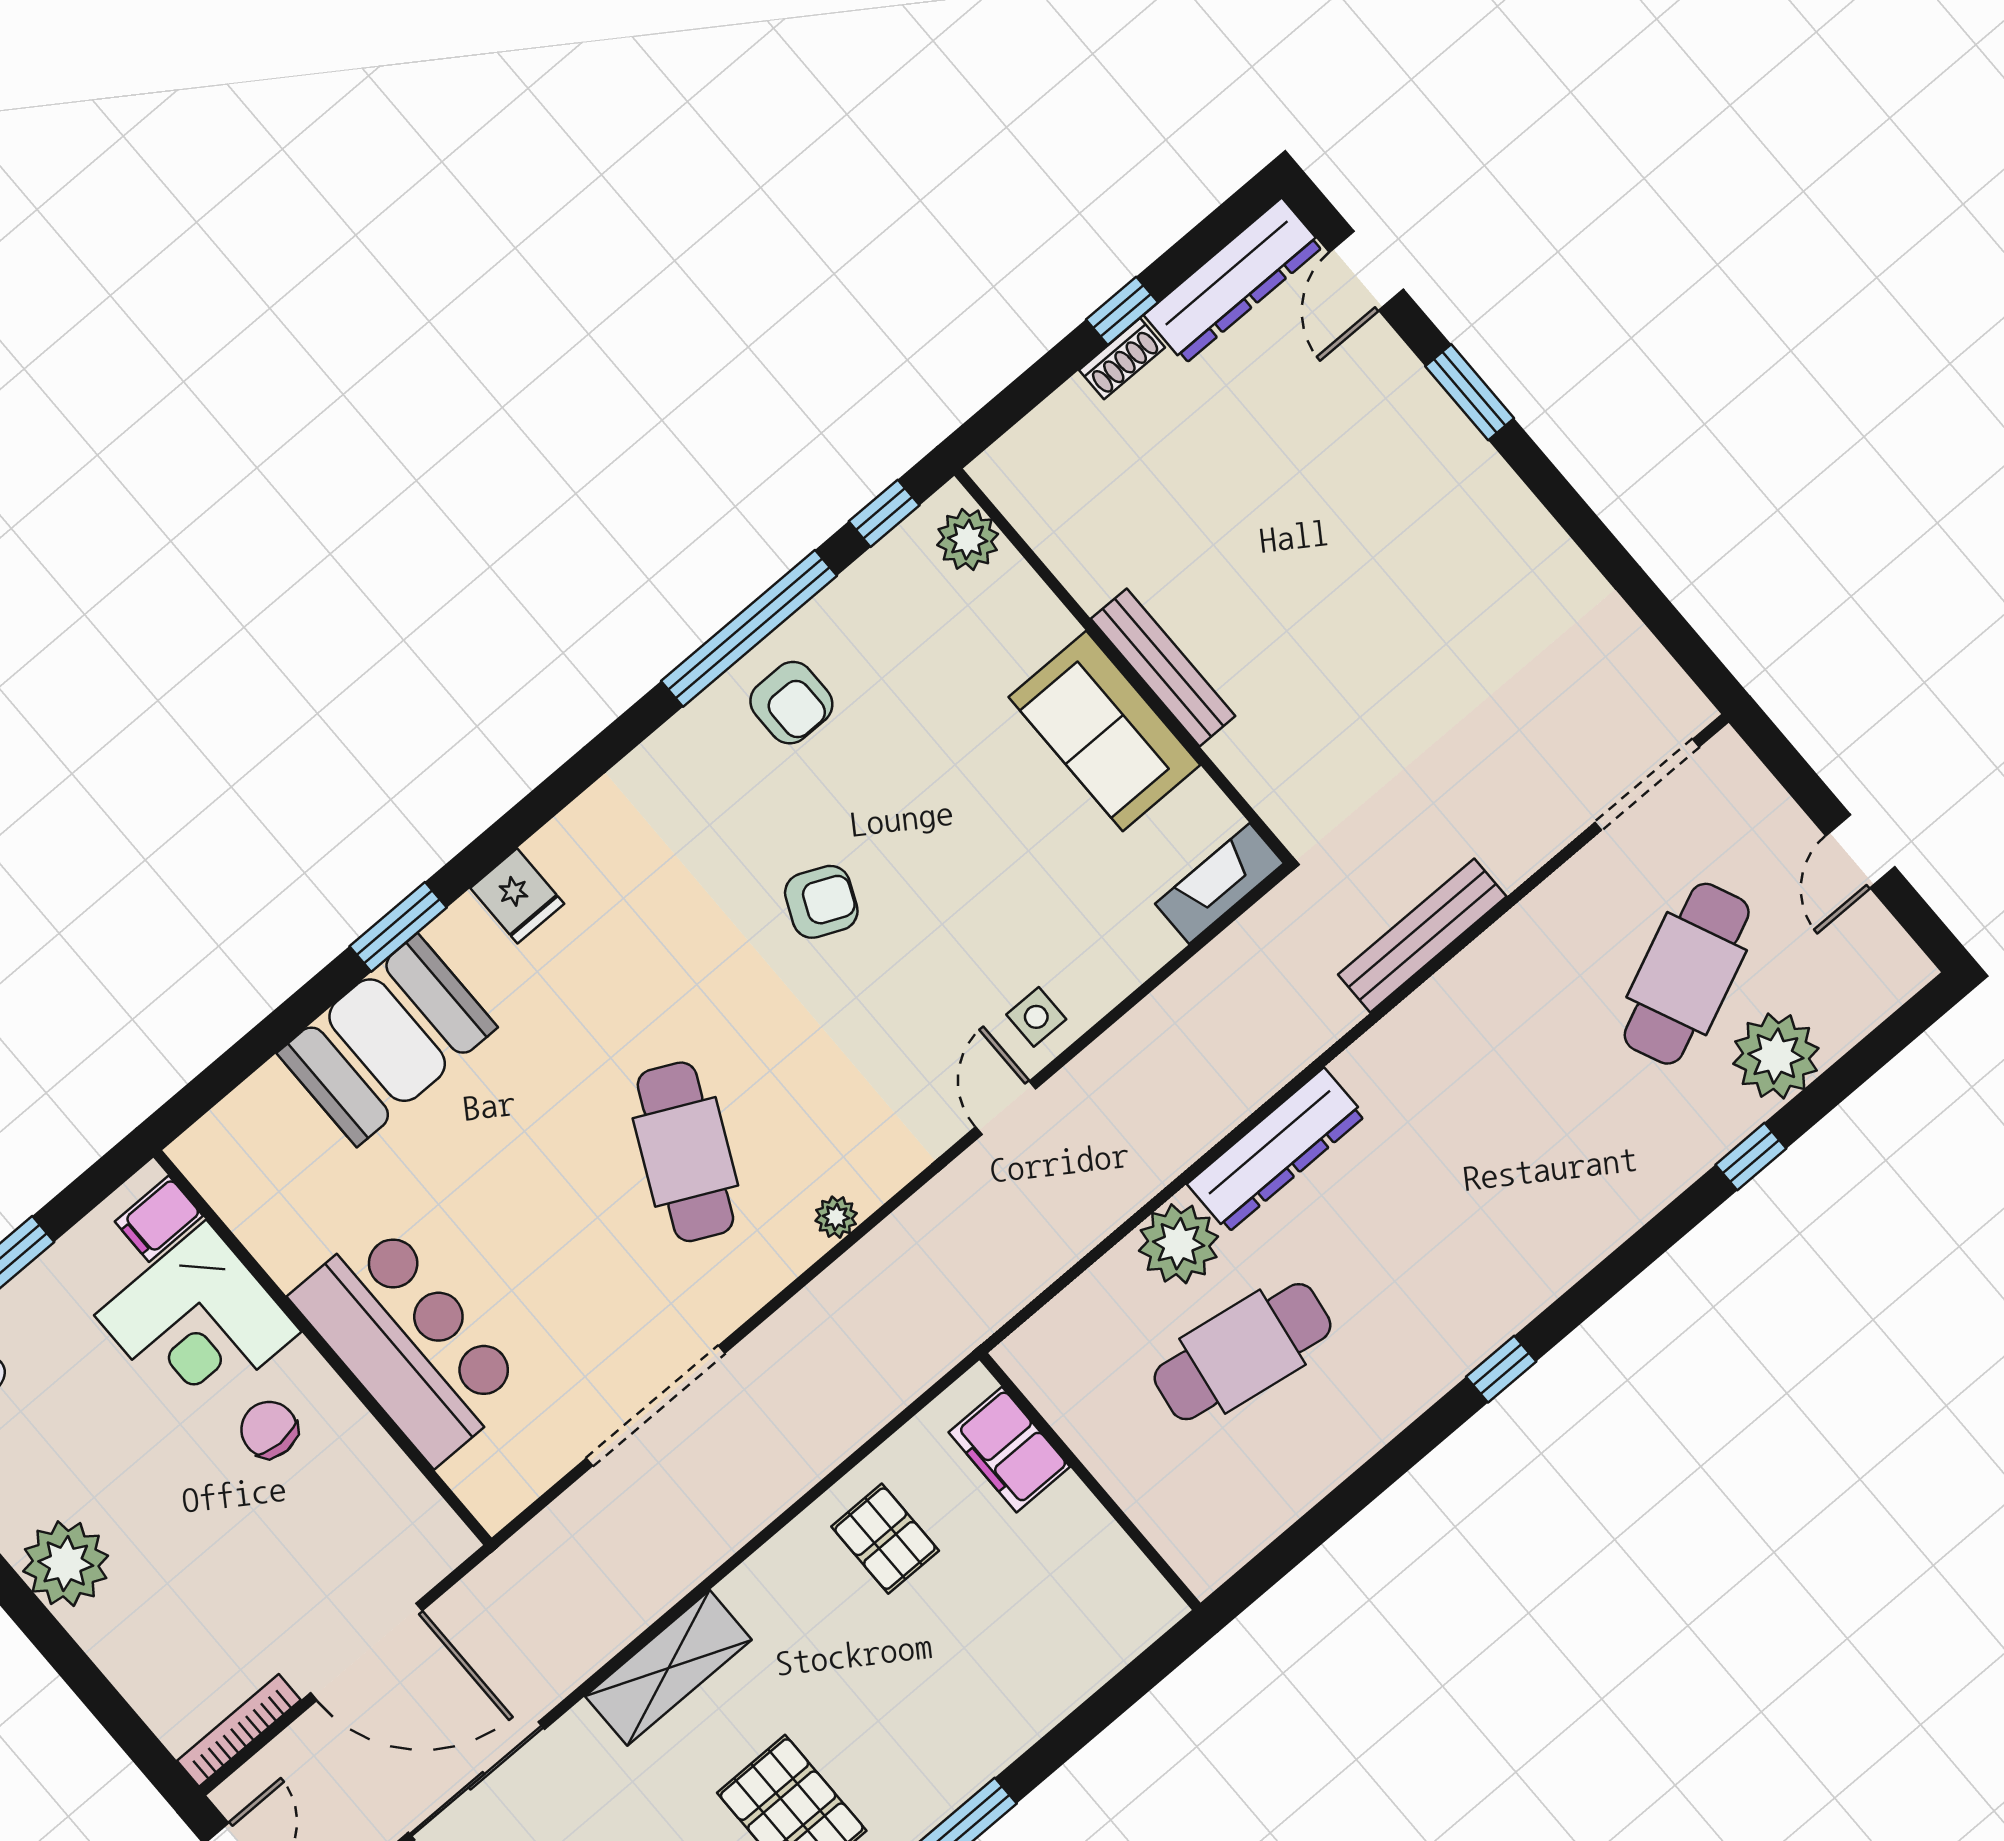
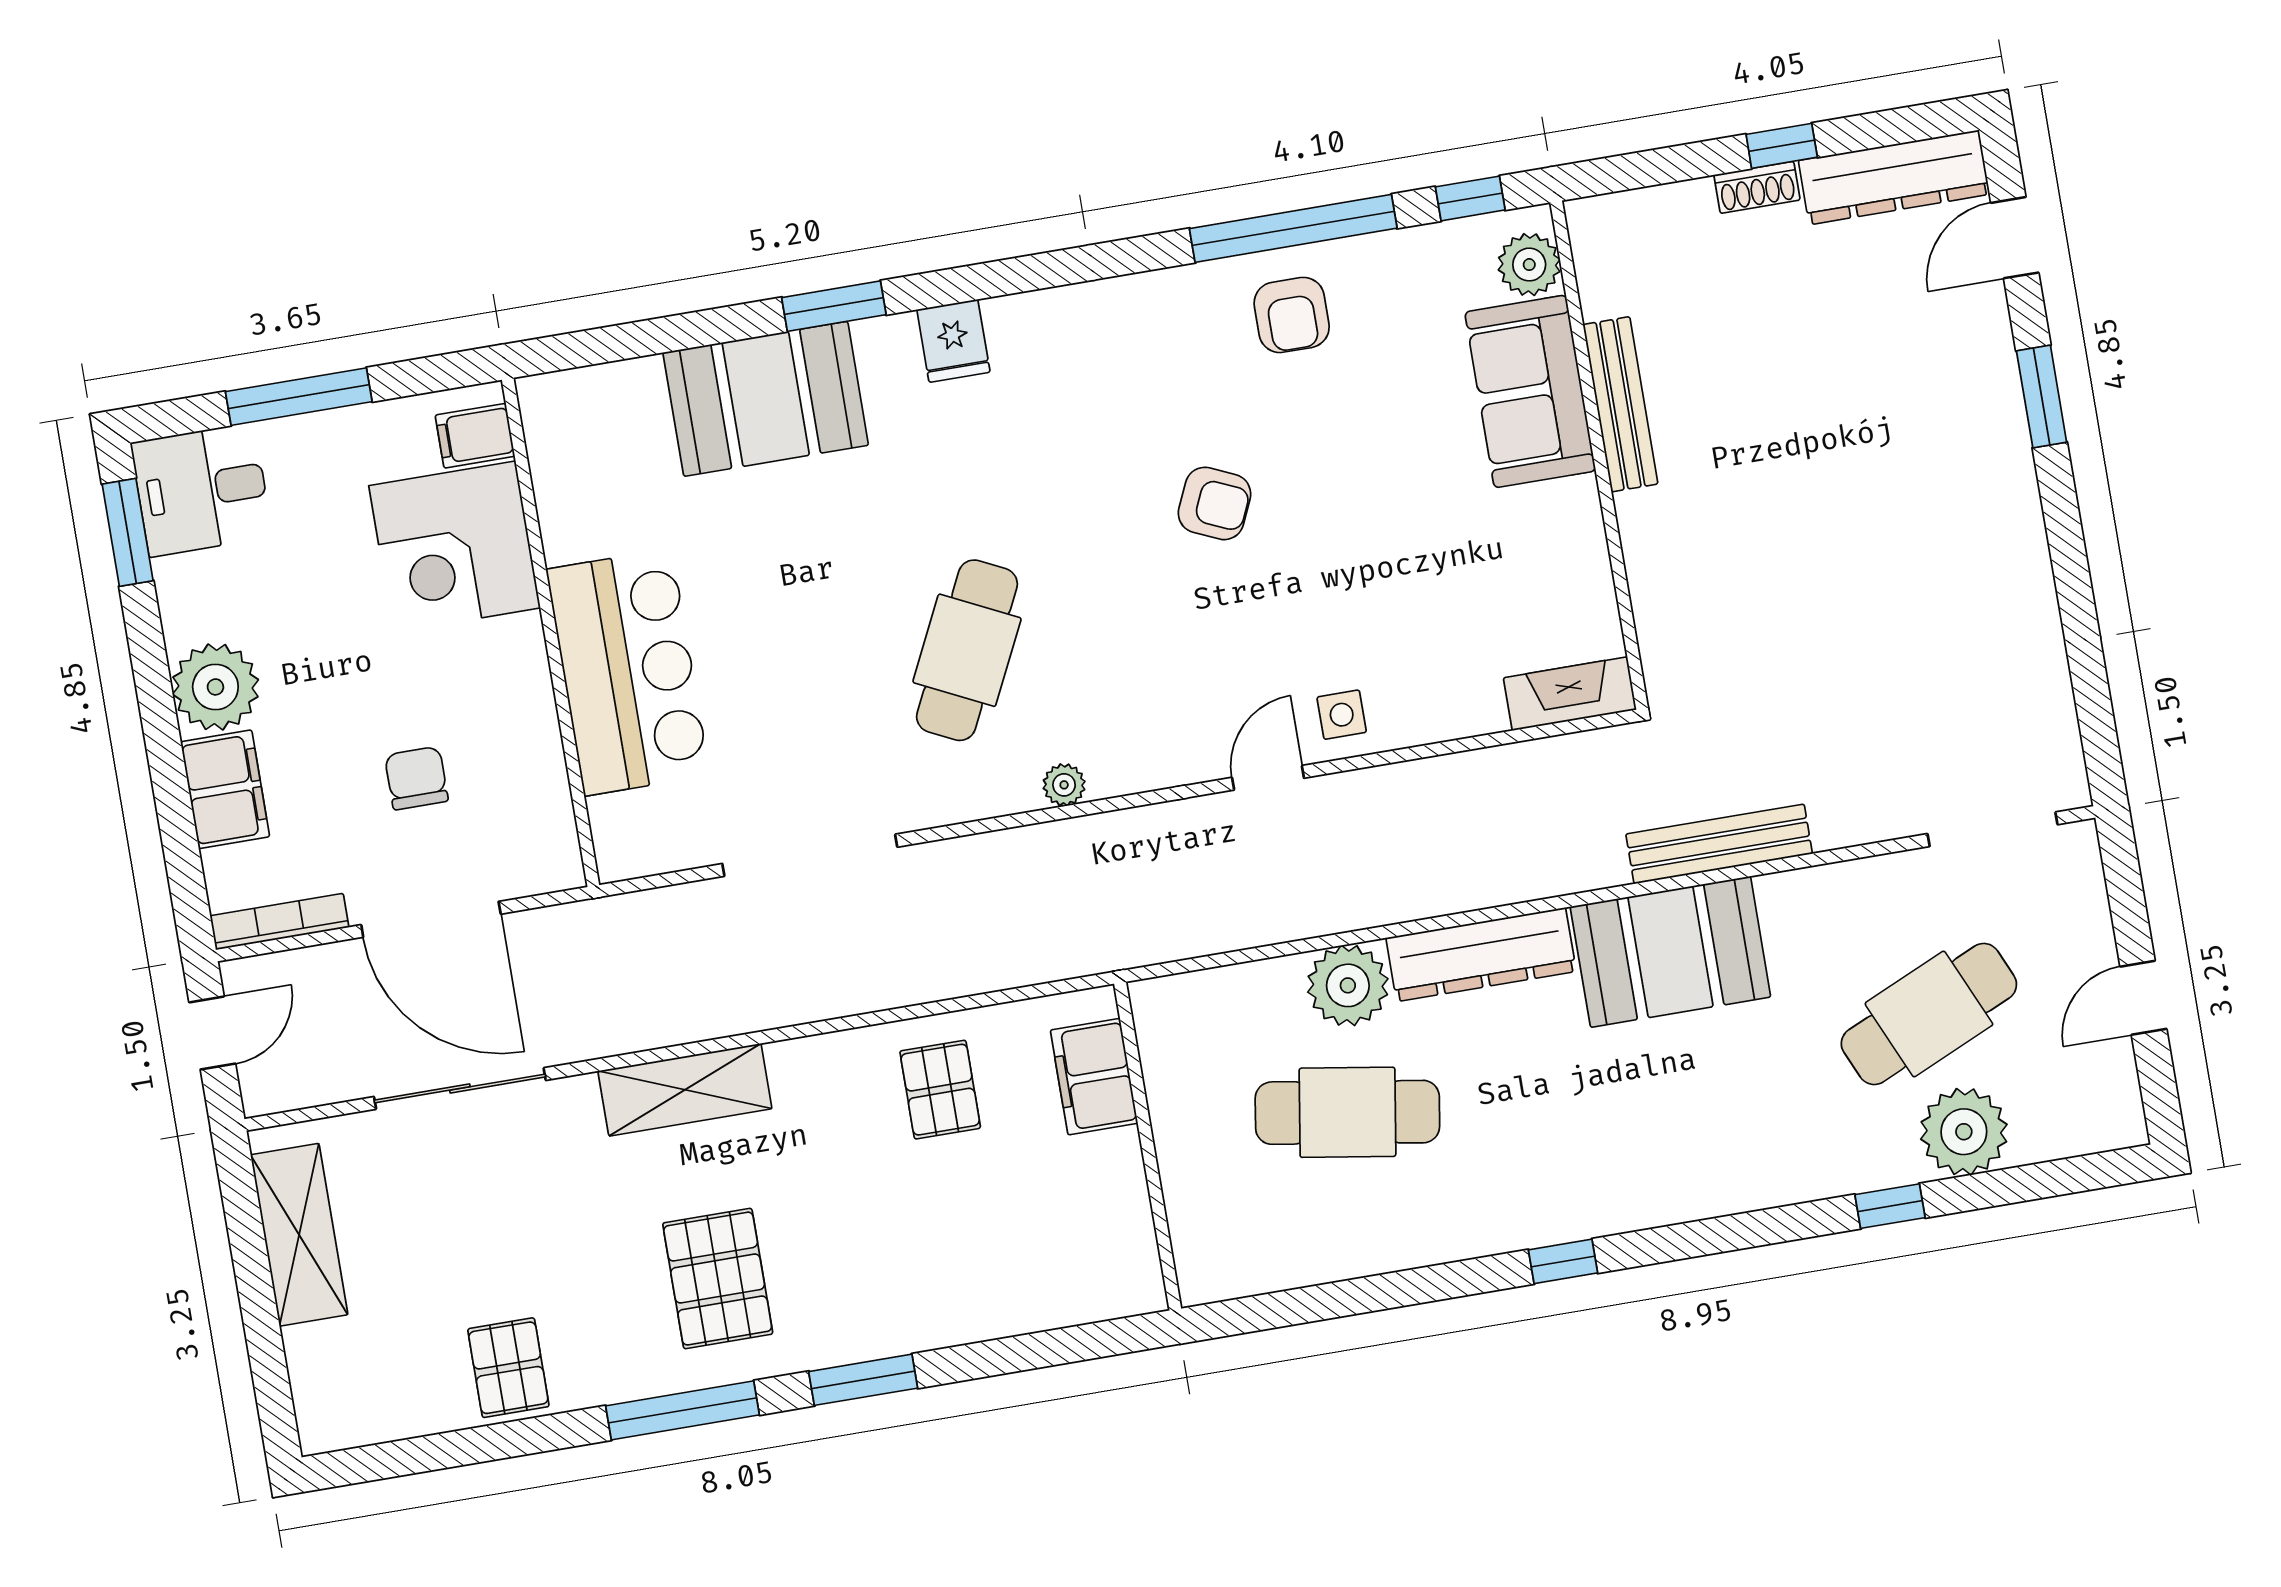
bench: (1163, 667) -> (1620, 404), moved
sofa: (1104, 731) -> (1530, 391), moved
booth: (1436, 1052) -> (1670, 952), added
chair: (269, 1430) -> (416, 778), moved
filing cabinet: (126, 1646) -> (225, 789), added

